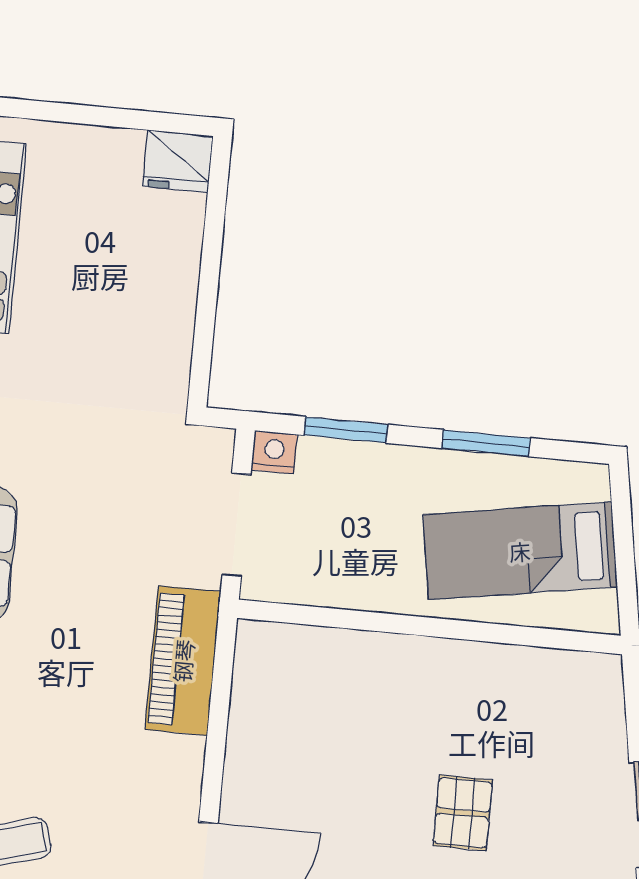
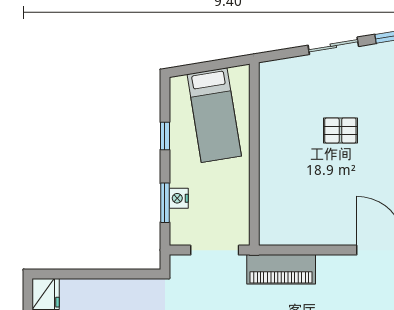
window: (486, 443) -> (165, 136), width x0.67
nightstand: (274, 452) -> (179, 198), moved

